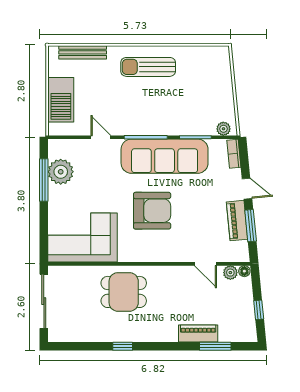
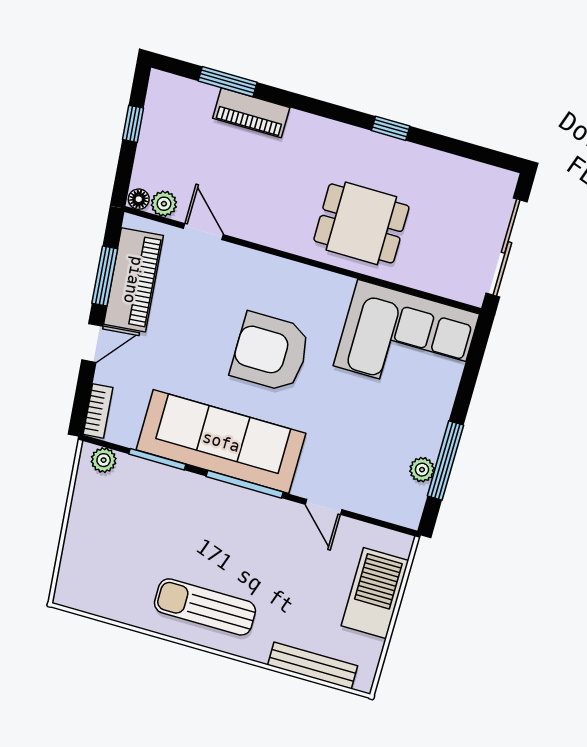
sun lounger: (148, 67) -> (205, 607), turned 180
plant: (61, 172) -> (422, 470), width x0.53, depth x0.53
door: (247, 189) -> (92, 343), swing flipped
piano: (237, 221) -> (133, 280), width x1.37, depth x1.33

